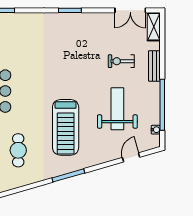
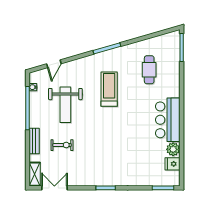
treadmill: (66, 127) -> (109, 89), width x0.73, depth x0.73

